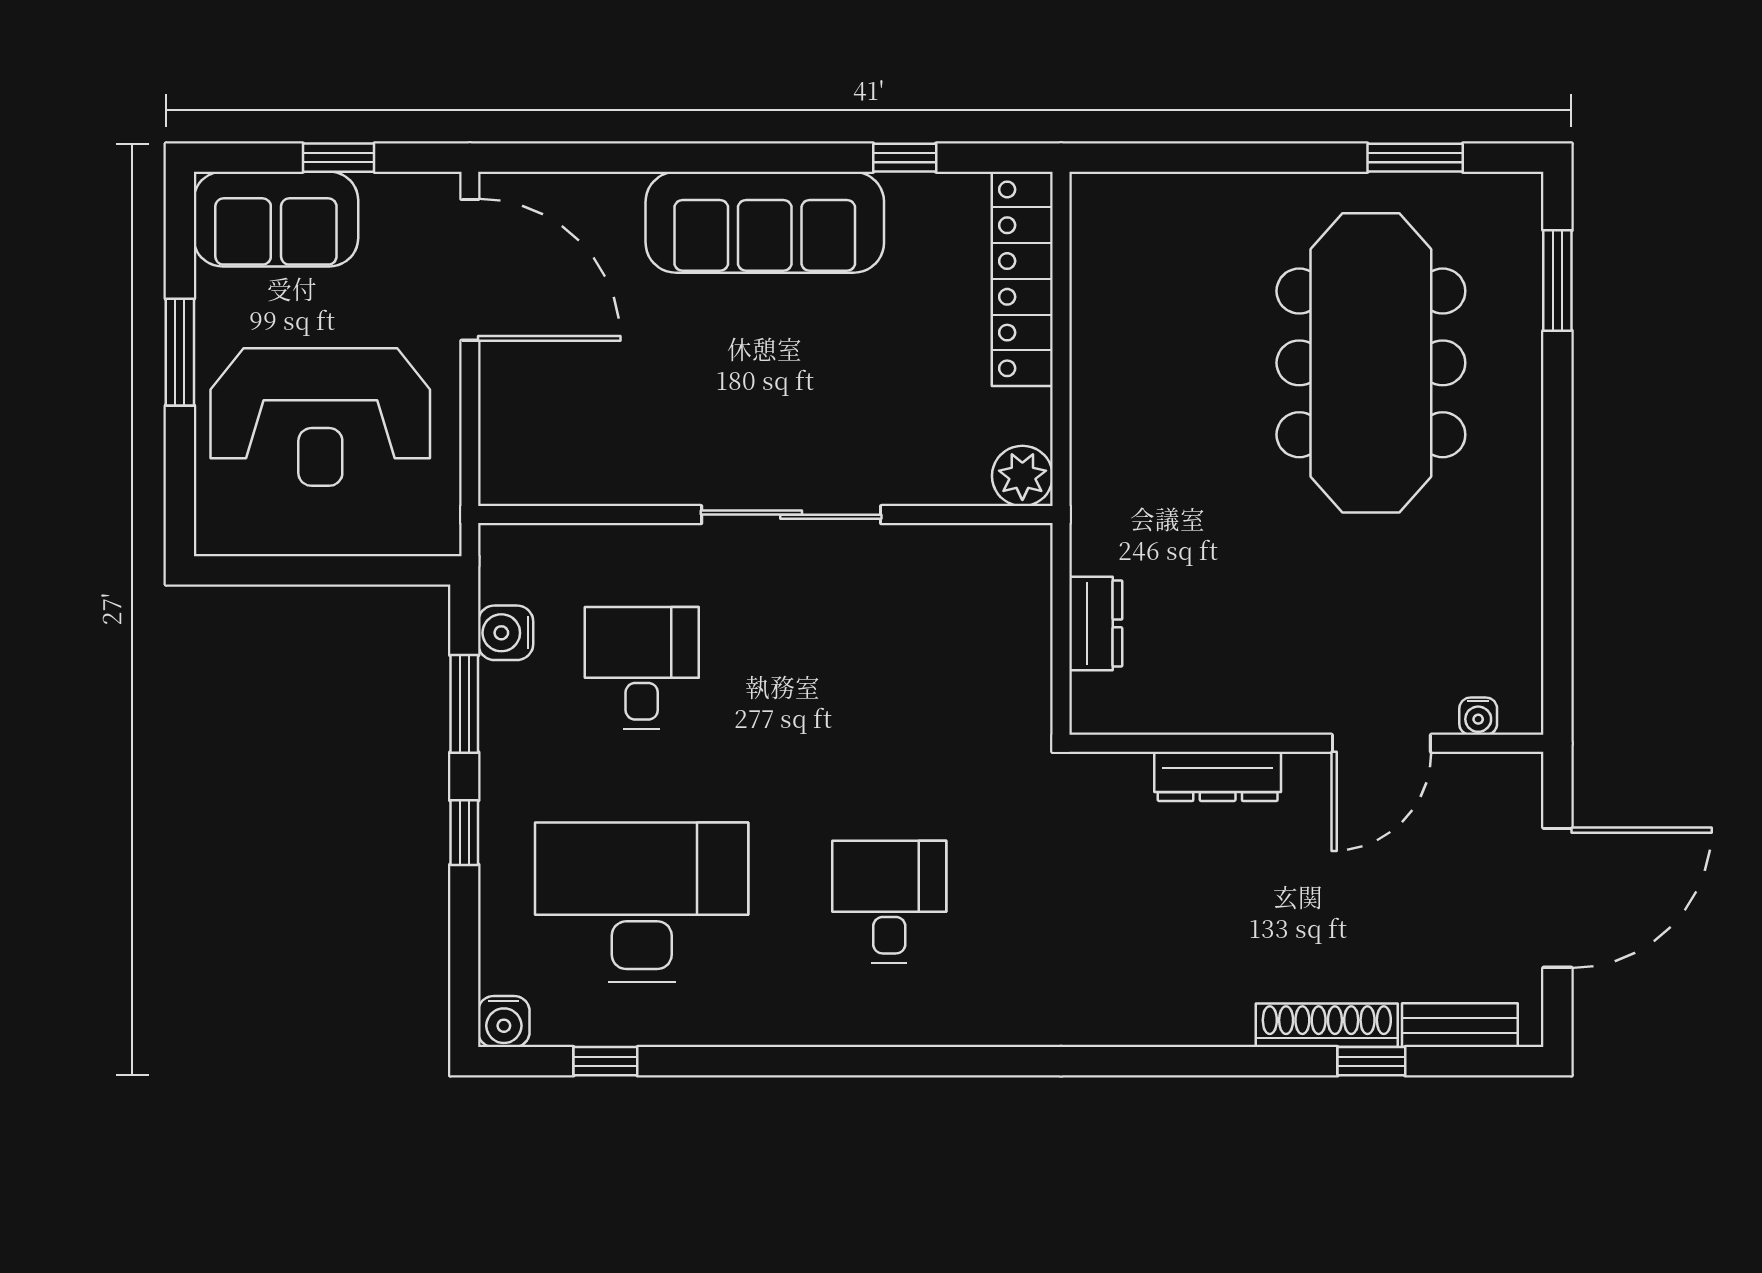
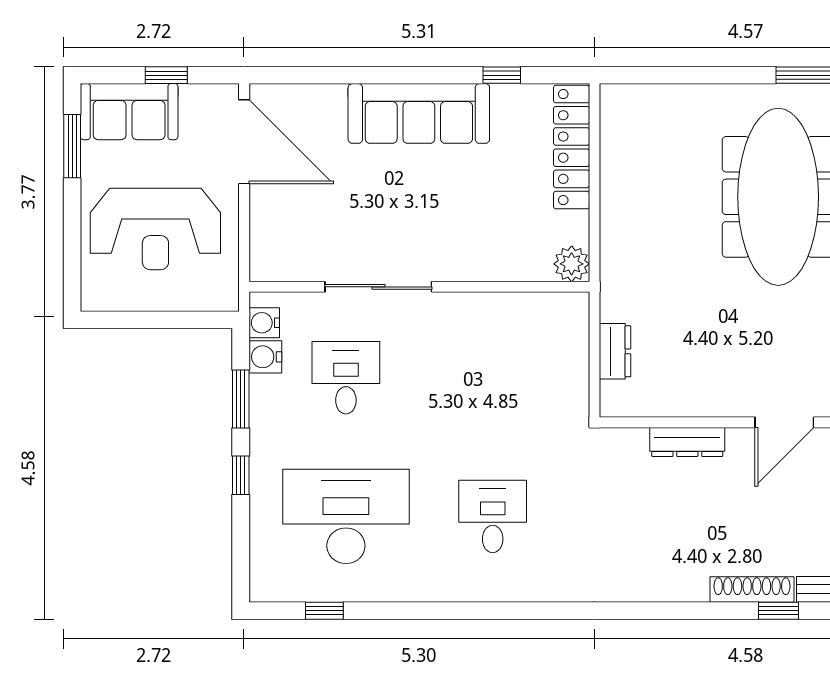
window: (180, 352) -> (72, 146), moved
sliding door: (791, 515) -> (378, 287), moved
water cooler: (504, 1022) -> (264, 323), moved, turned 90

